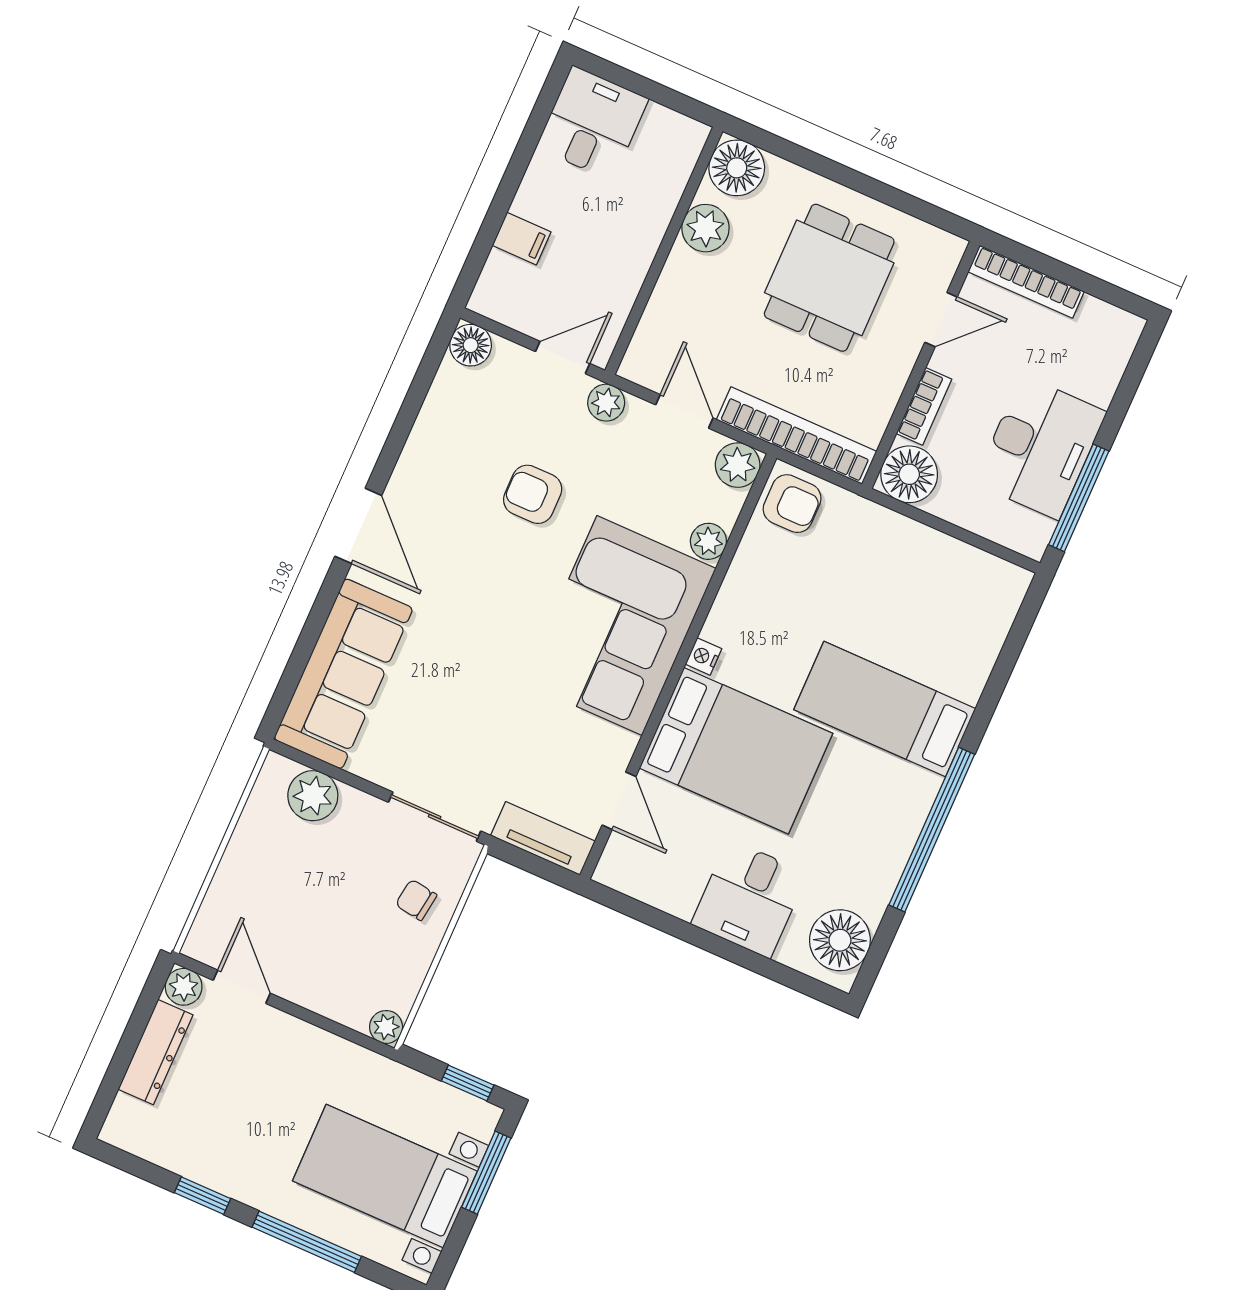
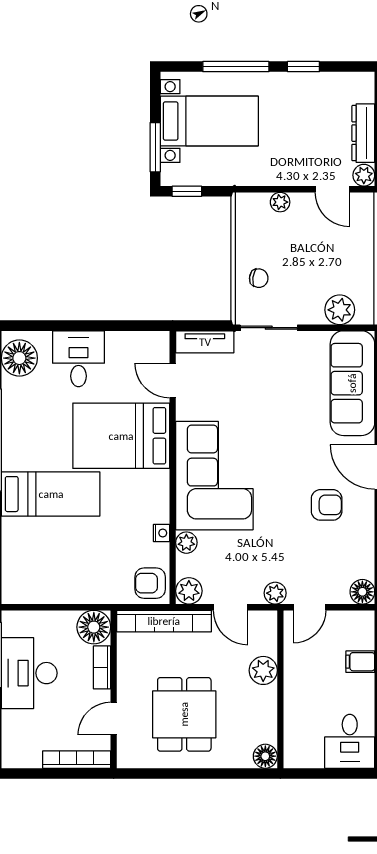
floor lamp: (737, 168) -> (265, 756), width x0.73, depth x0.73
plant: (705, 228) -> (263, 670), moved
armchair: (533, 494) -> (327, 505), moved
nightstand: (704, 656) -> (161, 533), moved
plant: (386, 1027) -> (280, 202), moved

